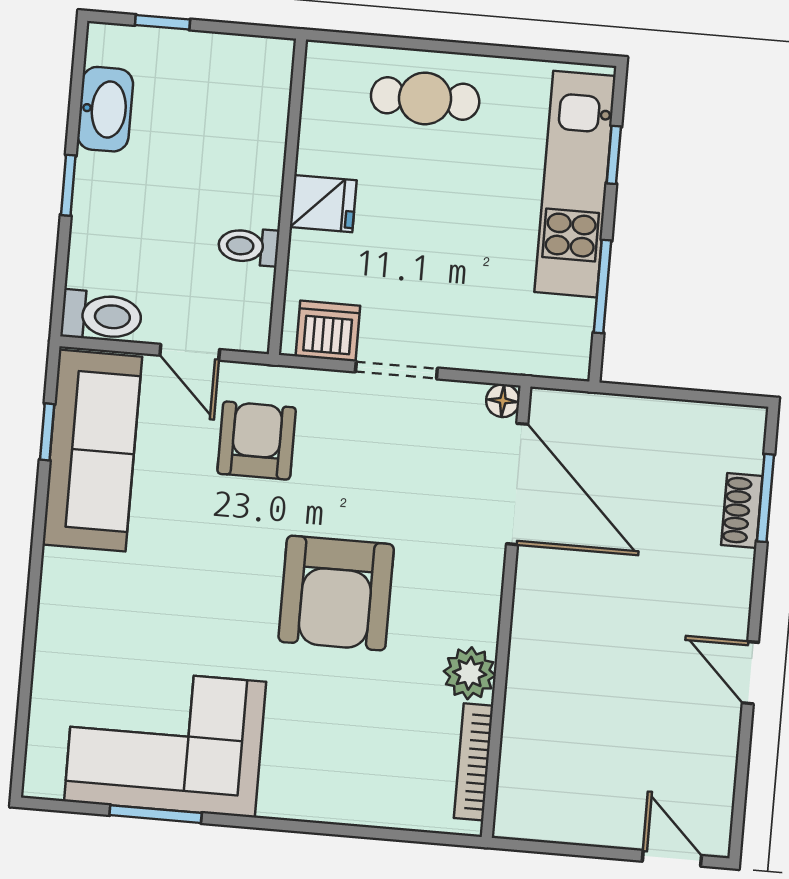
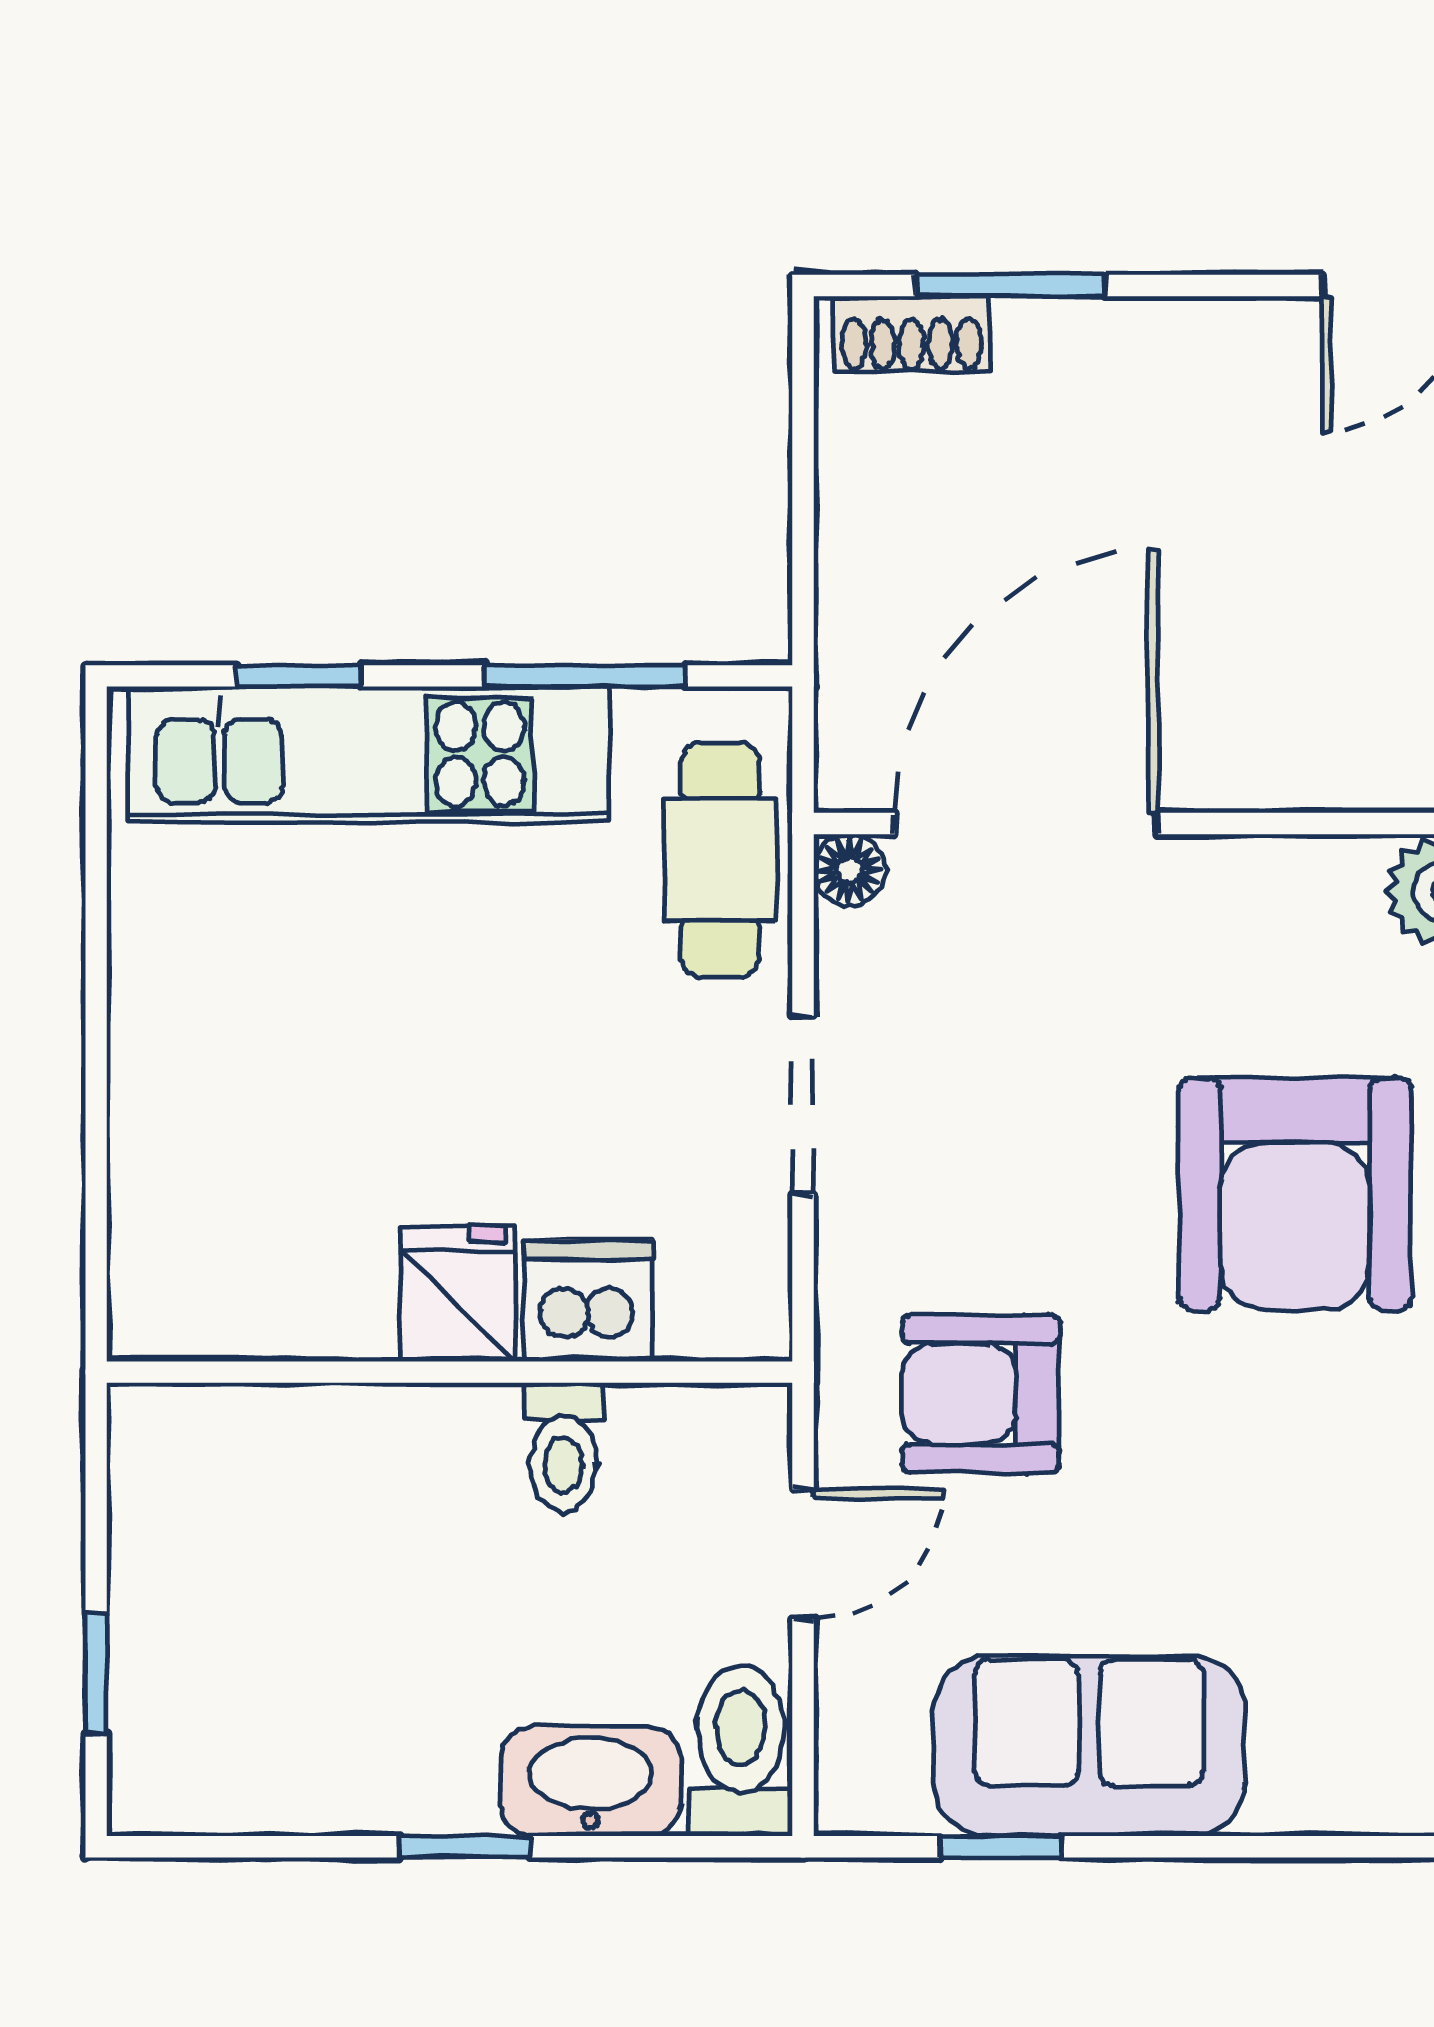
cafe table: (425, 98) -> (720, 859), moved
washbasin: (105, 109) -> (591, 1781), moved
dishwasher: (328, 331) -> (588, 1301), moved, turned 90
sofa: (92, 451) -> (1089, 1746), width x0.73
shoe rack: (742, 510) -> (911, 334), moved
armchair: (336, 593) -> (1295, 1194), turned 90

